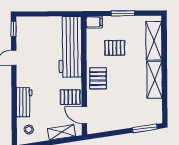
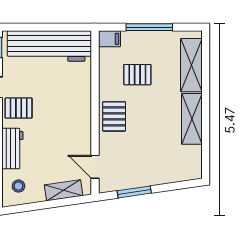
window: (123, 13) -> (149, 27), width x1.44
workbench: (70, 47) -> (49, 46), moved, turned -90
pallet: (70, 97) -> (19, 108), moved
window: (145, 128) -> (134, 192), moved

